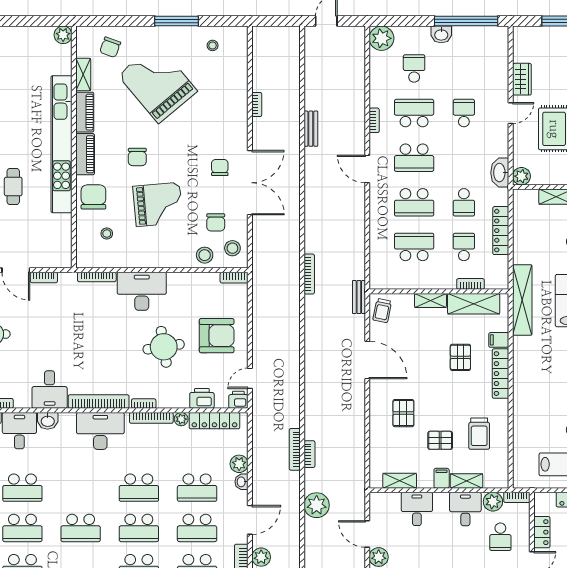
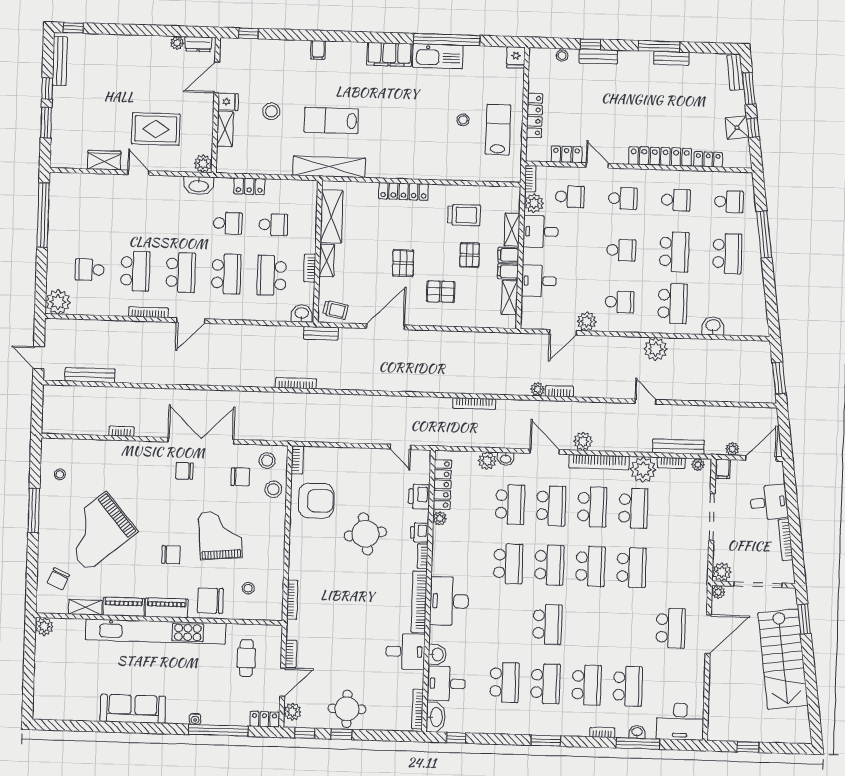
washbasin: (441, 34) -> (302, 313), moved, turned -90
chair: (110, 47) -> (58, 579), turned 94
school desk: (414, 113) -> (135, 271), turned 180
school desk: (464, 113) -> (137, 220), removed
bookcase: (374, 120) -> (148, 312), width x1.56
bench: (311, 129) -> (90, 375), moved, width x1.36
cafe table: (13, 187) -> (246, 658), moved, turned 90
locker: (501, 231) -> (249, 186), width x0.66
school desk: (464, 247) -> (273, 225), turned 180
bookcase: (470, 284) -> (310, 268), moved
desk: (142, 291) -> (308, 554), removed
armchair: (217, 336) -> (316, 501), moved, turned 90
filing cabinet: (499, 340) -> (508, 271), moved, turned 90
pallet: (460, 357) -> (403, 263), moved, turned 90
printer: (238, 400) -> (419, 532), moved
bookcase: (151, 418) -> (437, 549), removed
bookcase: (309, 454) -> (559, 391), moved
plant: (317, 505) -> (538, 389), width x0.53, depth x0.53

